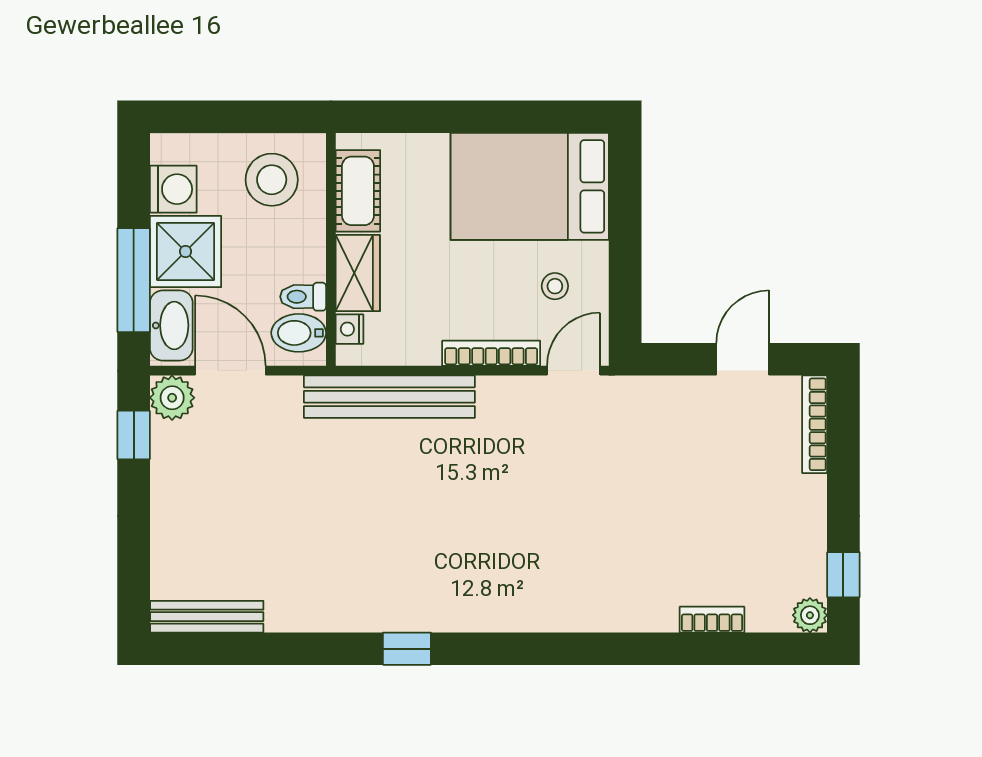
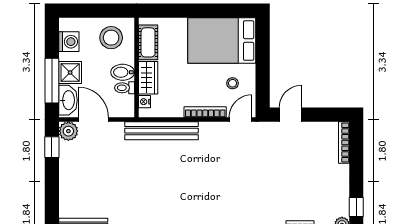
shower: (185, 251) -> (70, 72), width x0.73, depth x0.73
bidet: (299, 333) -> (123, 72), moved
door: (743, 359) -> (291, 115), moved

